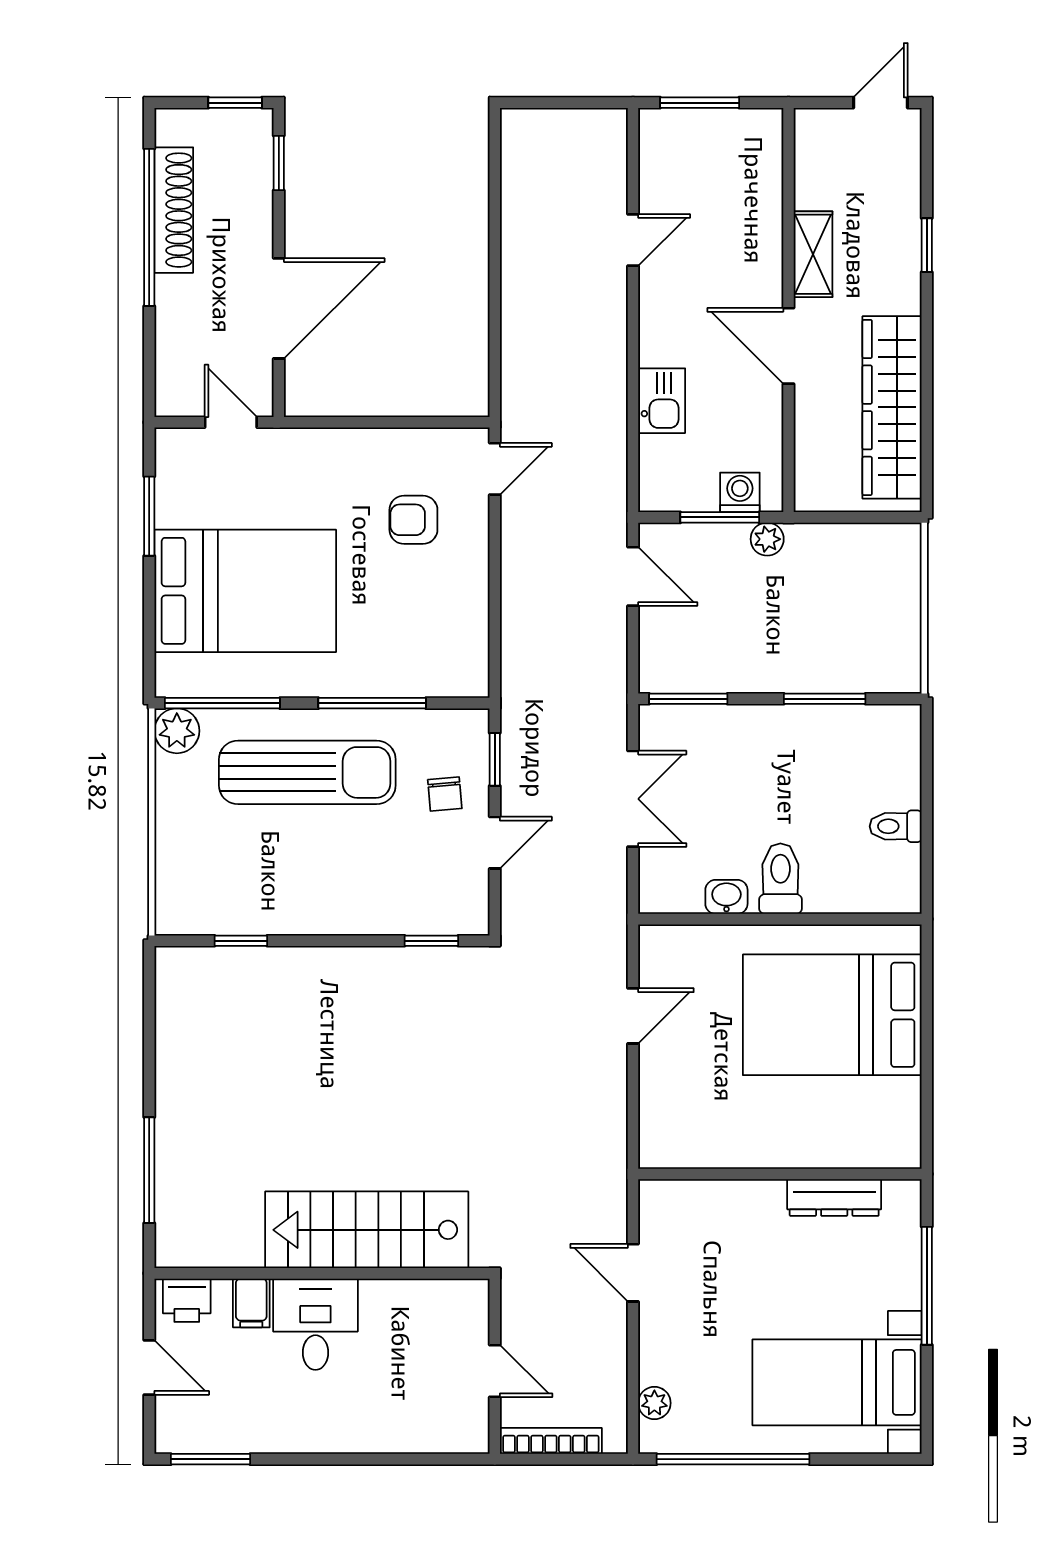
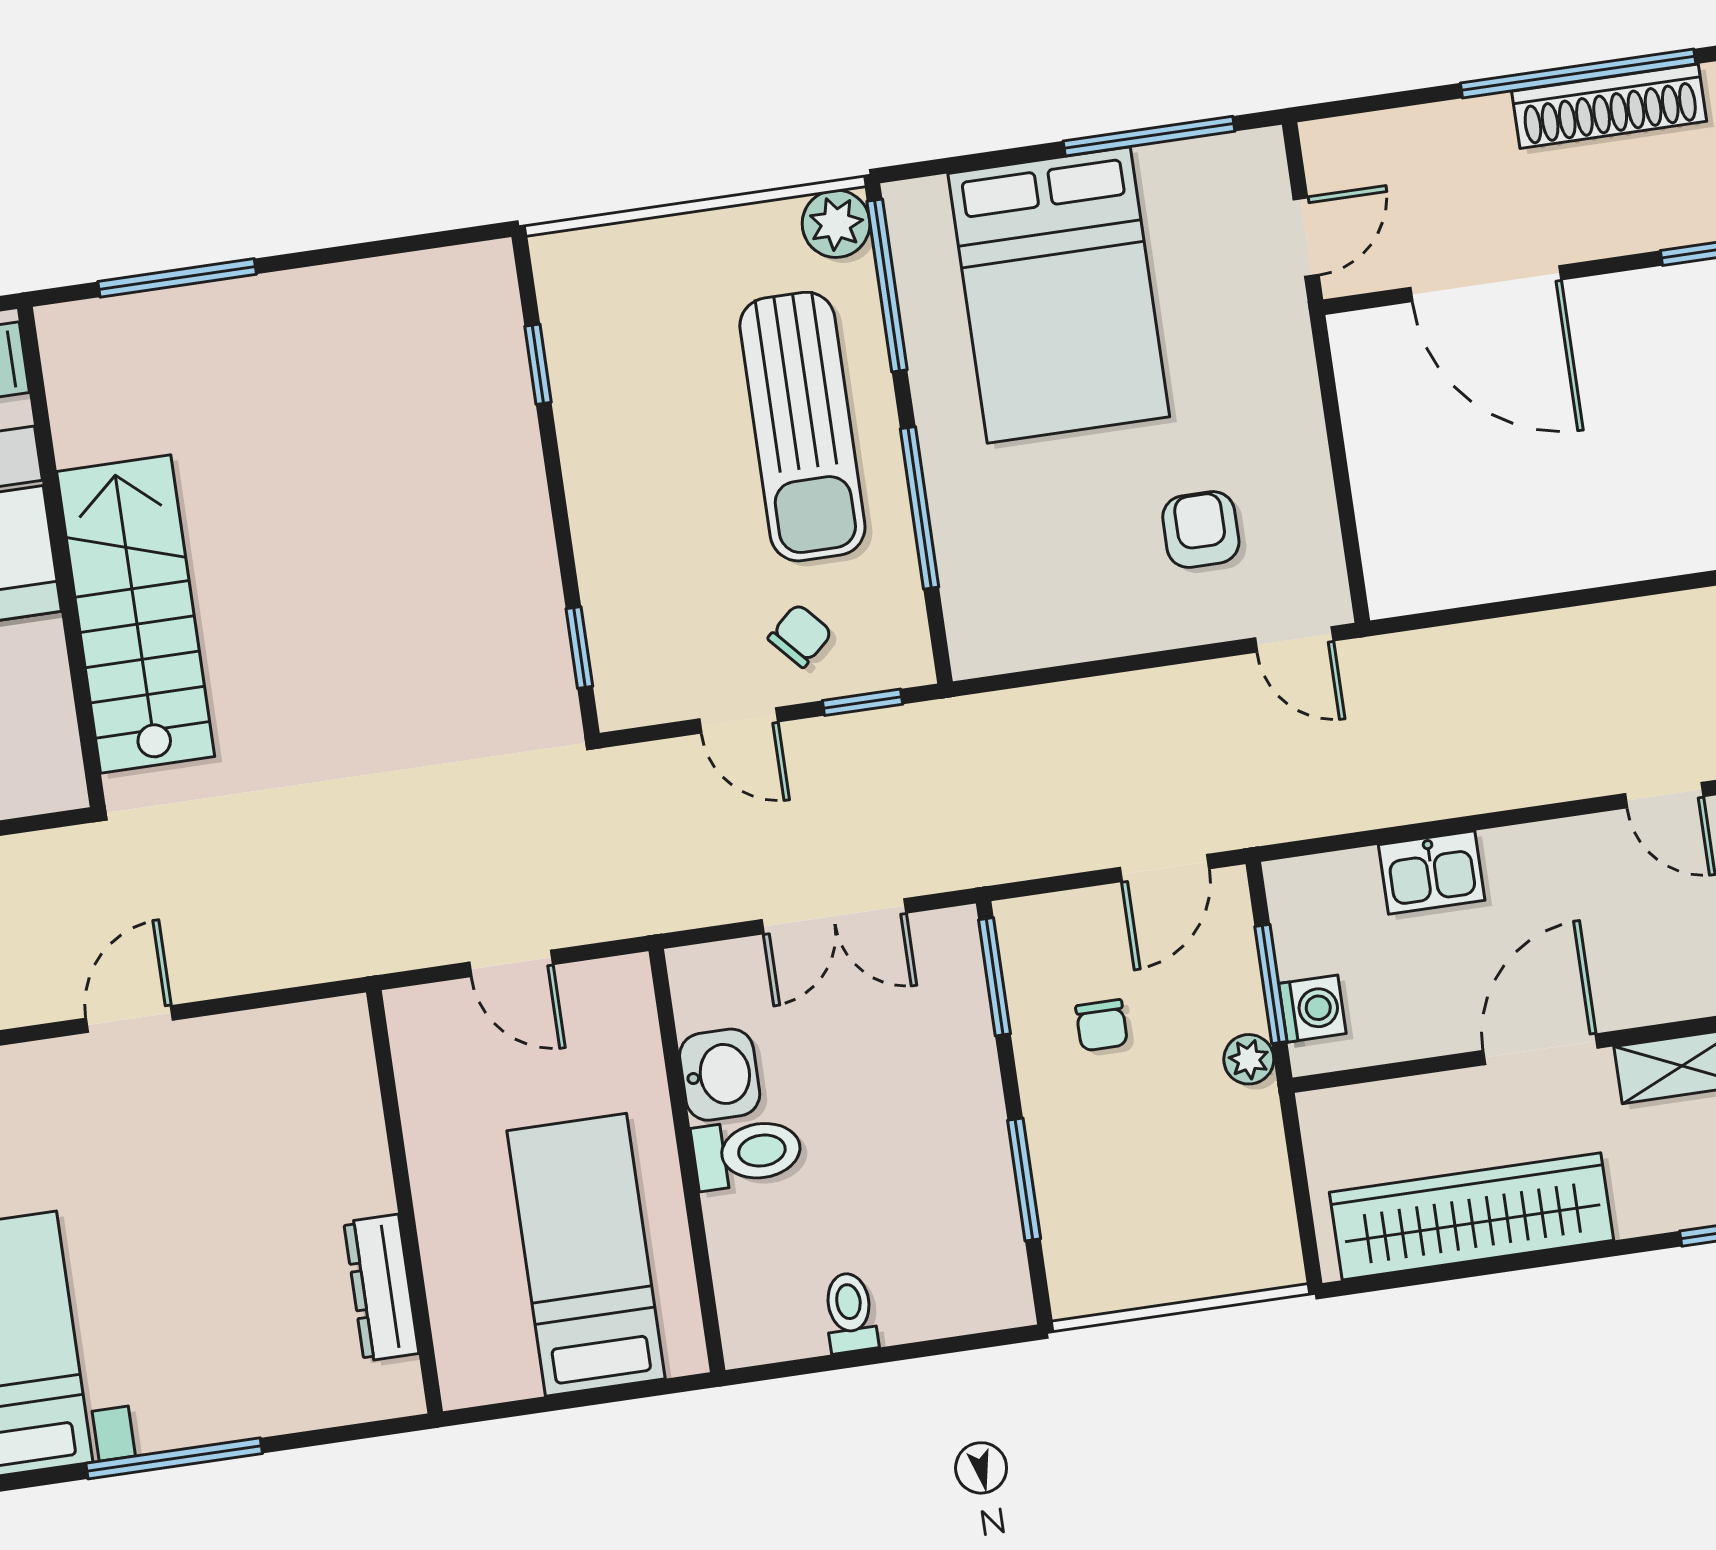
window: (149, 516) -> (1149, 136), width x1.44
chair: (731, 633) -> (1102, 1025), added
chair: (445, 794) -> (800, 636), turned 143
washbasin: (726, 897) -> (720, 1075), width x1.38, depth x1.45
bed: (832, 1015) -> (586, 1255), width x0.67
wall: (780, 1174) -> (405, 1202), moved
dresser: (834, 1198) -> (381, 1288), moved

